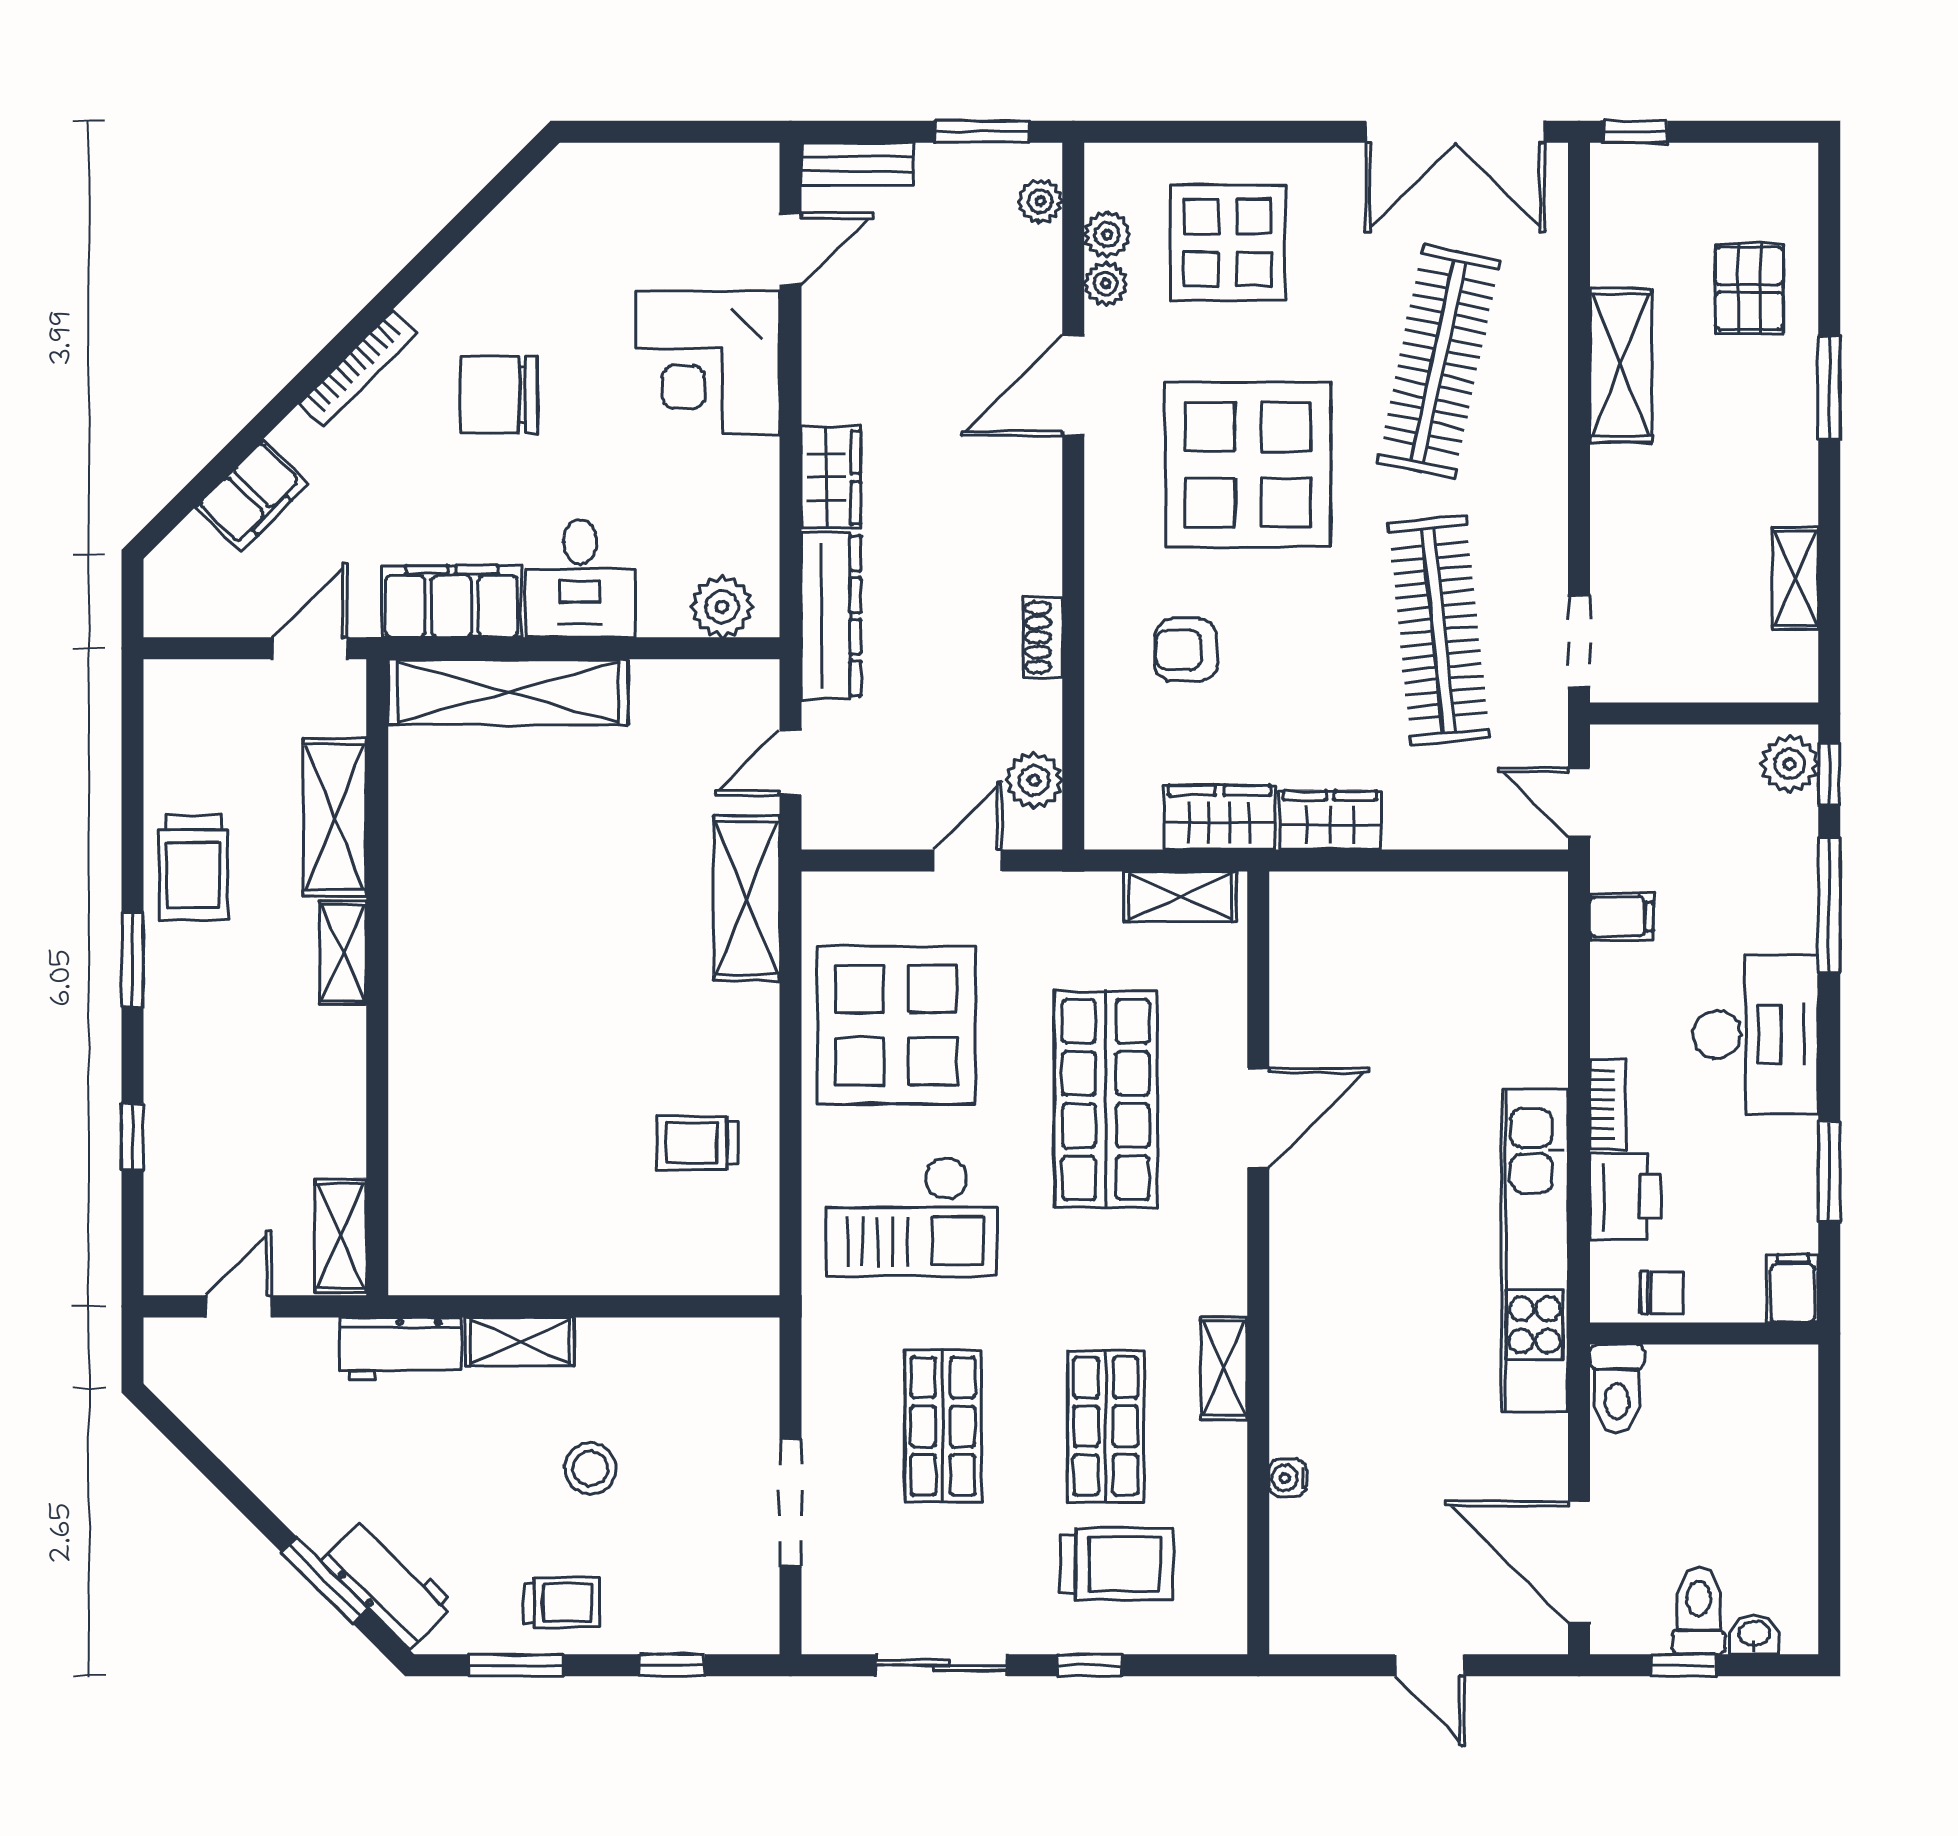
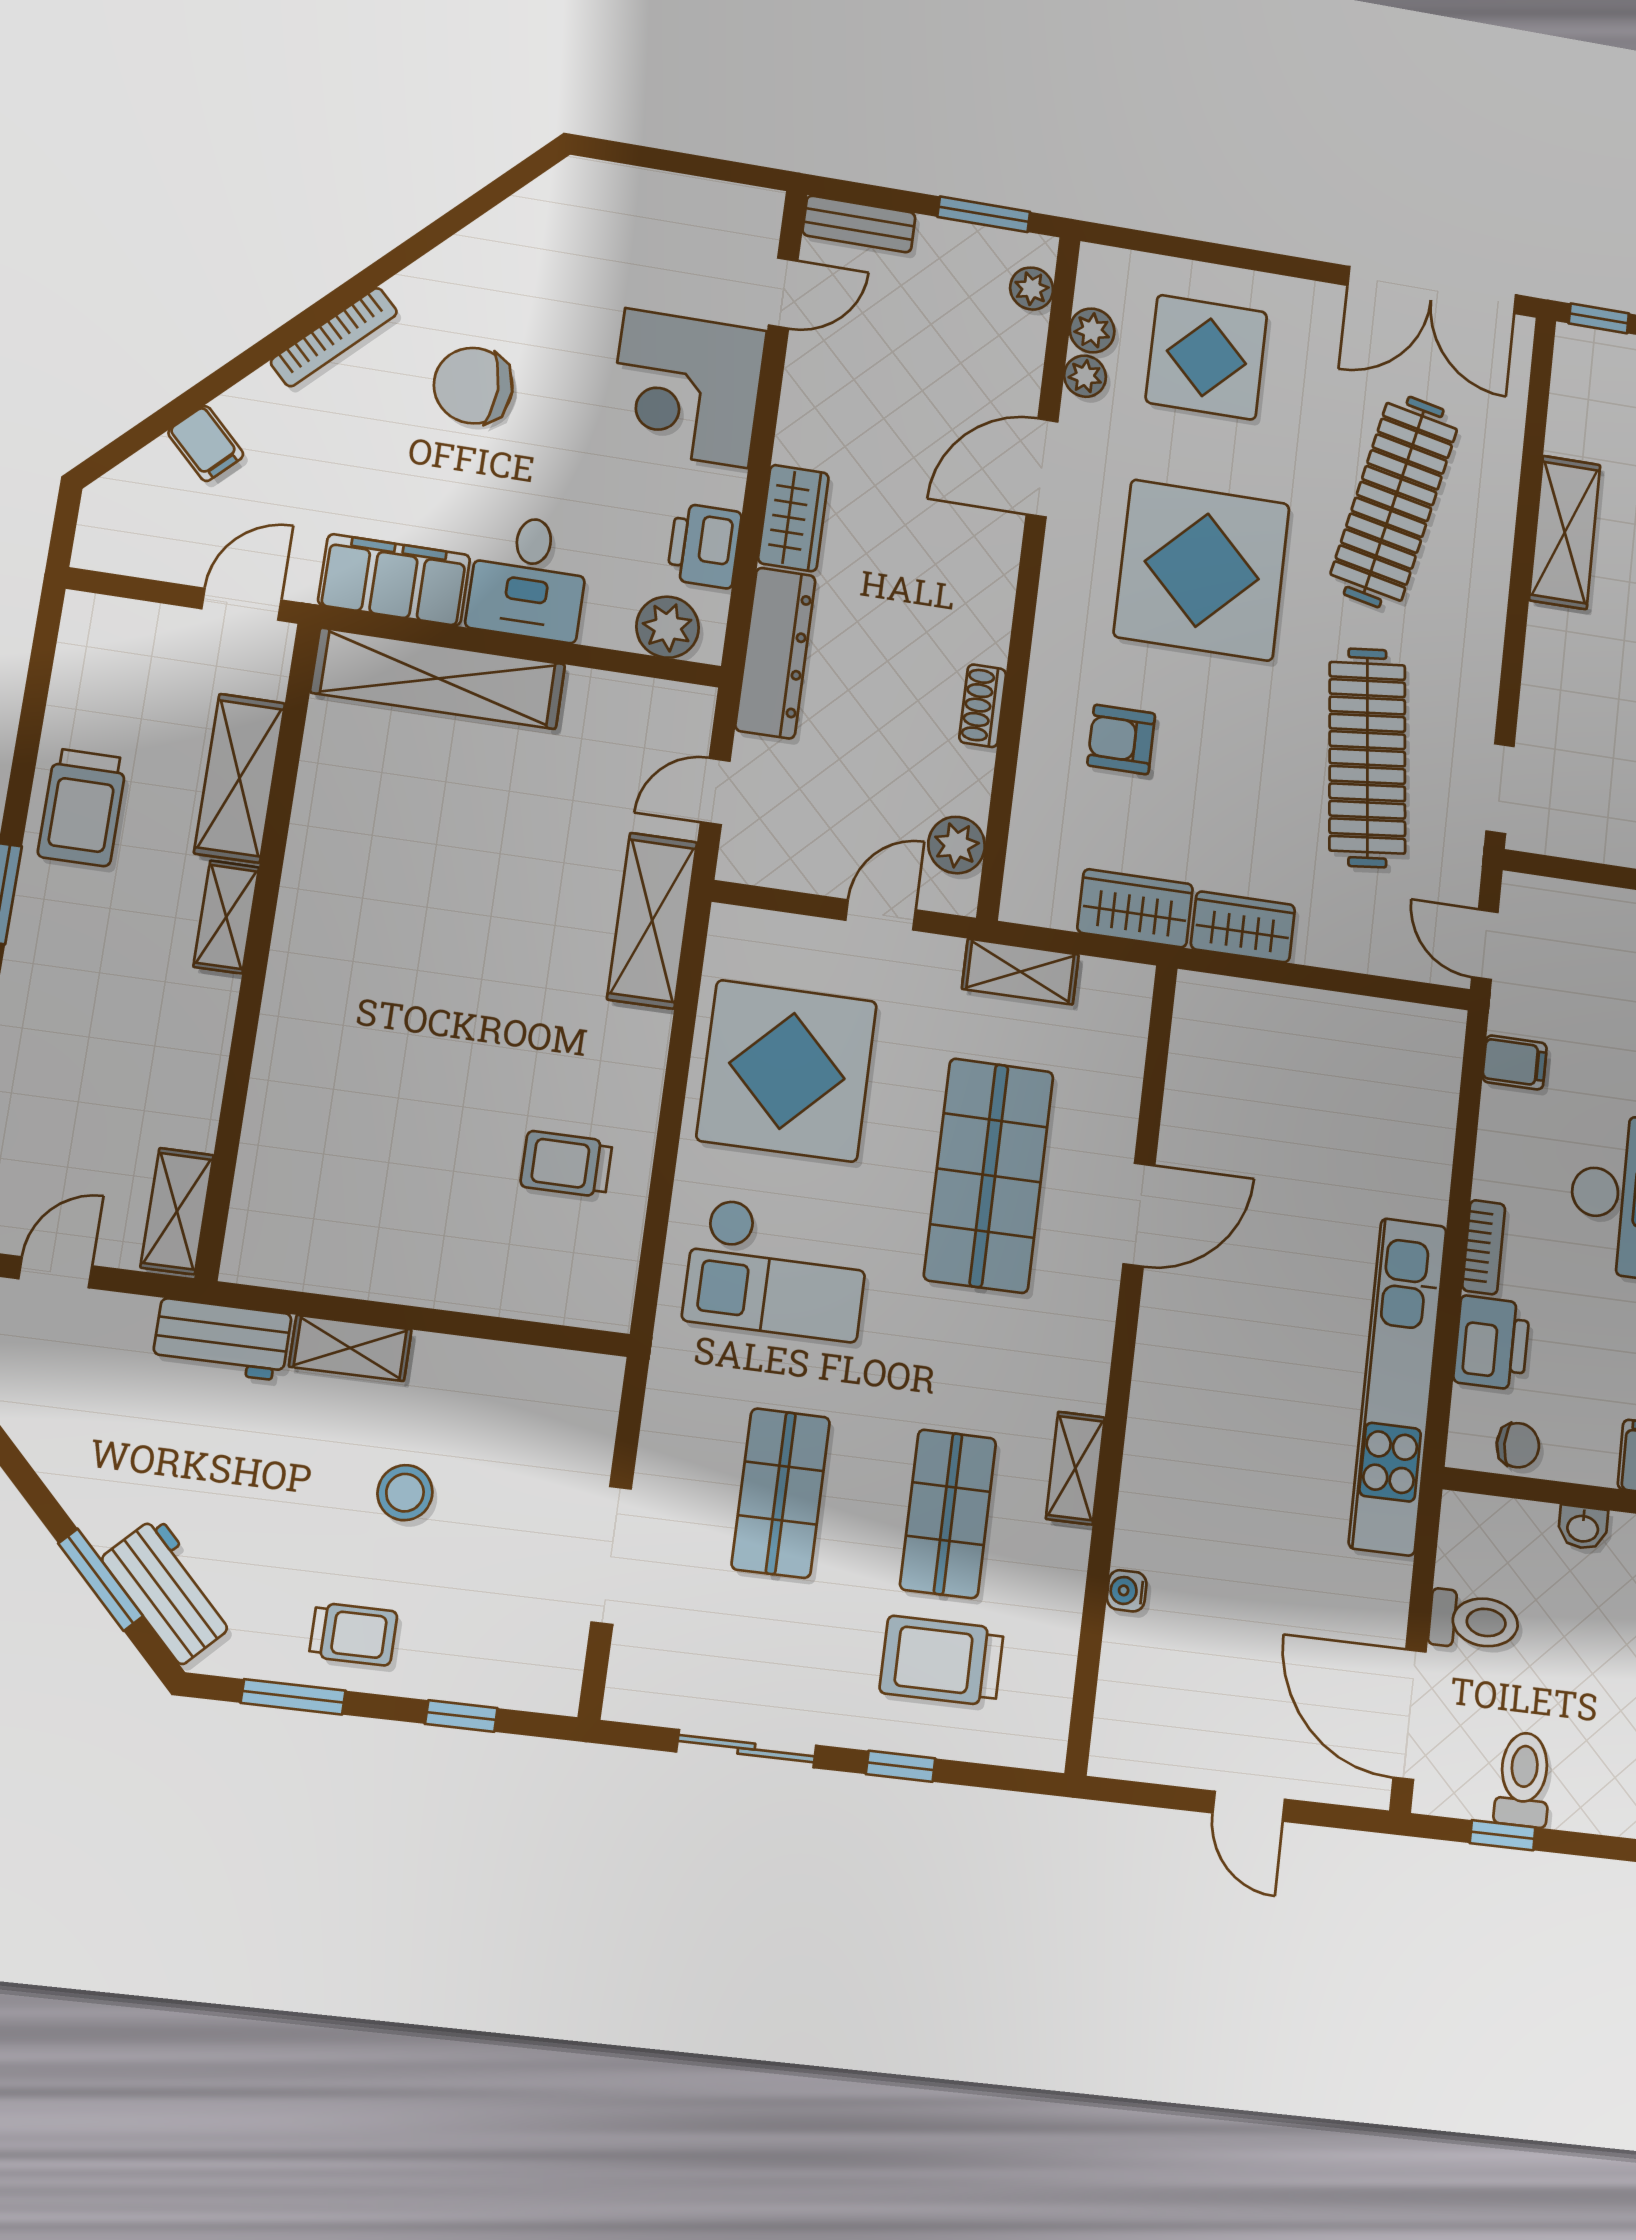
filing cabinet: (252, 495) -> (206, 444), width x0.50
printer: (747, 519) -> (704, 546), added
shelving: (1180, 896) -> (1020, 972), moved
toilet: (1617, 1389) -> (1474, 1621), moved, turned -90
trolley: (1117, 1564) -> (942, 1661), turned 180
washbasin: (1754, 1635) -> (1583, 1527), moved, turned 180

